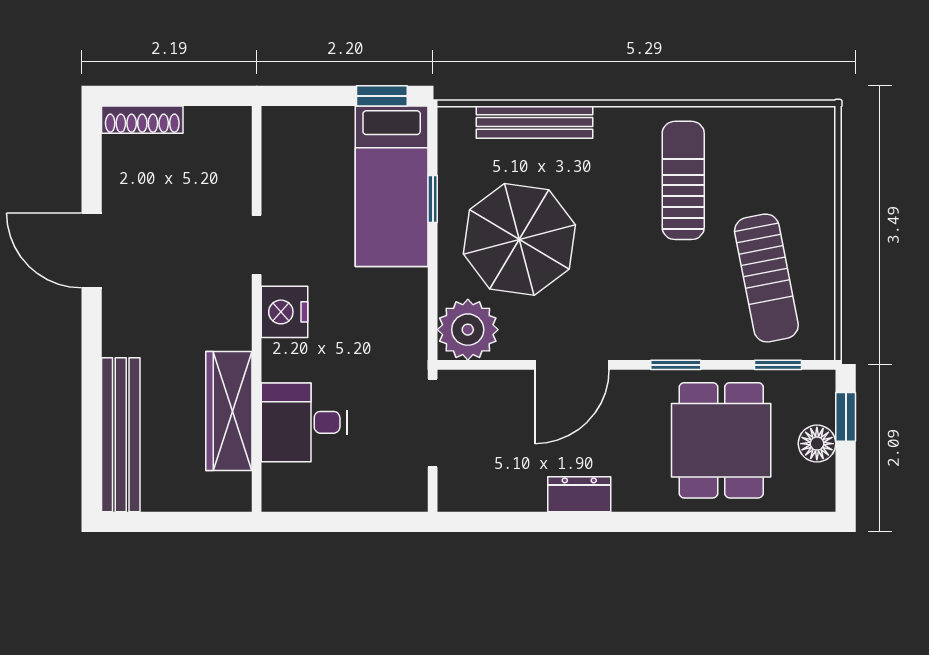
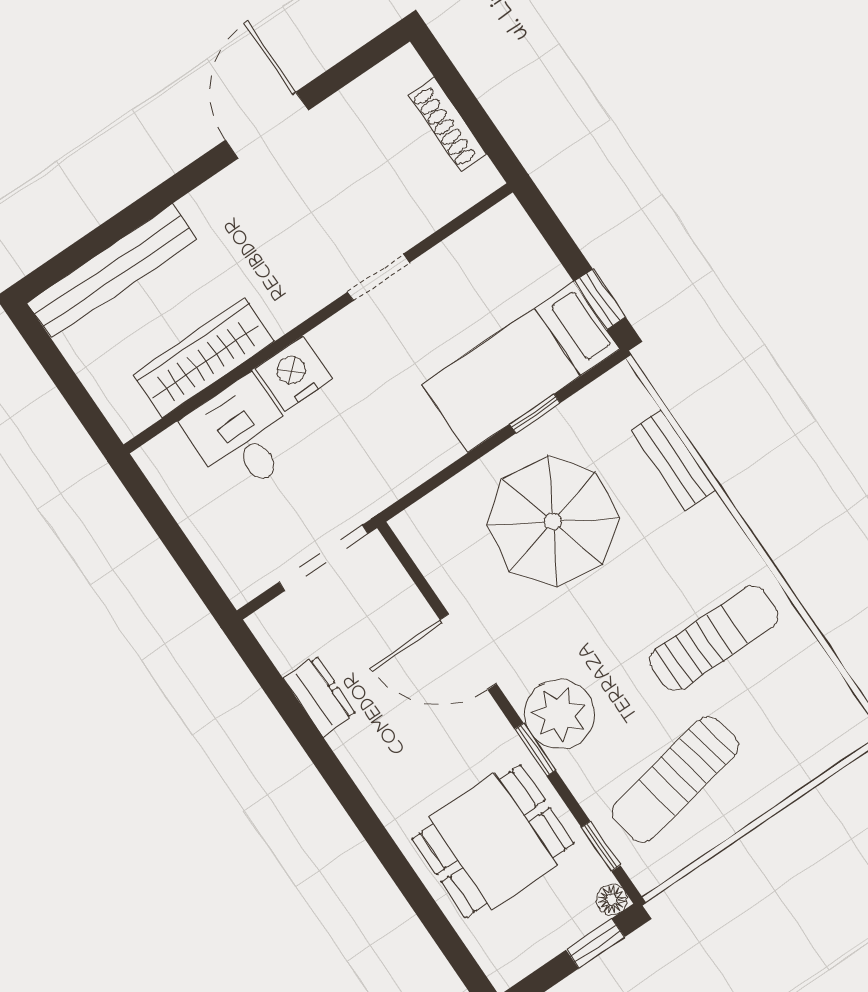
shoe rack: (142, 120) -> (448, 125), moved
bench: (535, 122) -> (673, 460), width x0.73
nightstand: (285, 312) -> (294, 374), moved
plant: (468, 330) -> (559, 714), moved
floor lamp: (817, 444) -> (612, 900), moved, width x0.73, depth x0.73
dresser: (579, 494) -> (319, 696), moved

